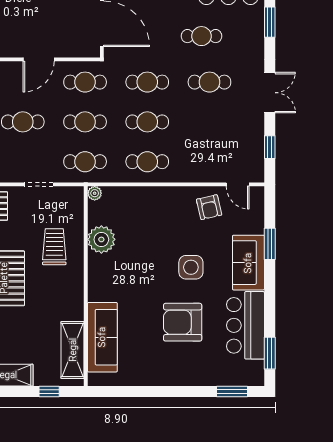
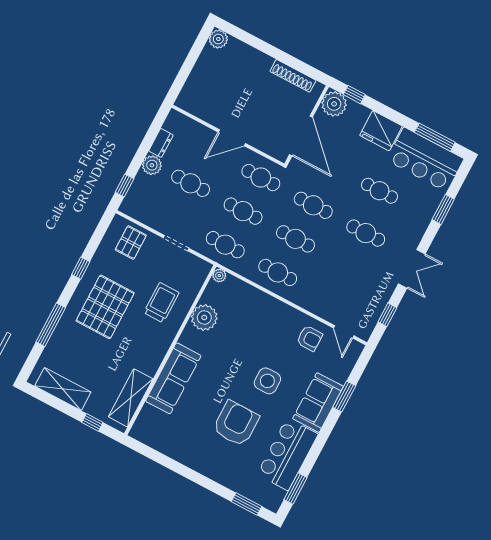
armchair: (209, 207) -> (310, 338), turned -77
armchair: (183, 322) -> (236, 424), turned 90
sofa: (102, 337) -> (173, 378), moved

